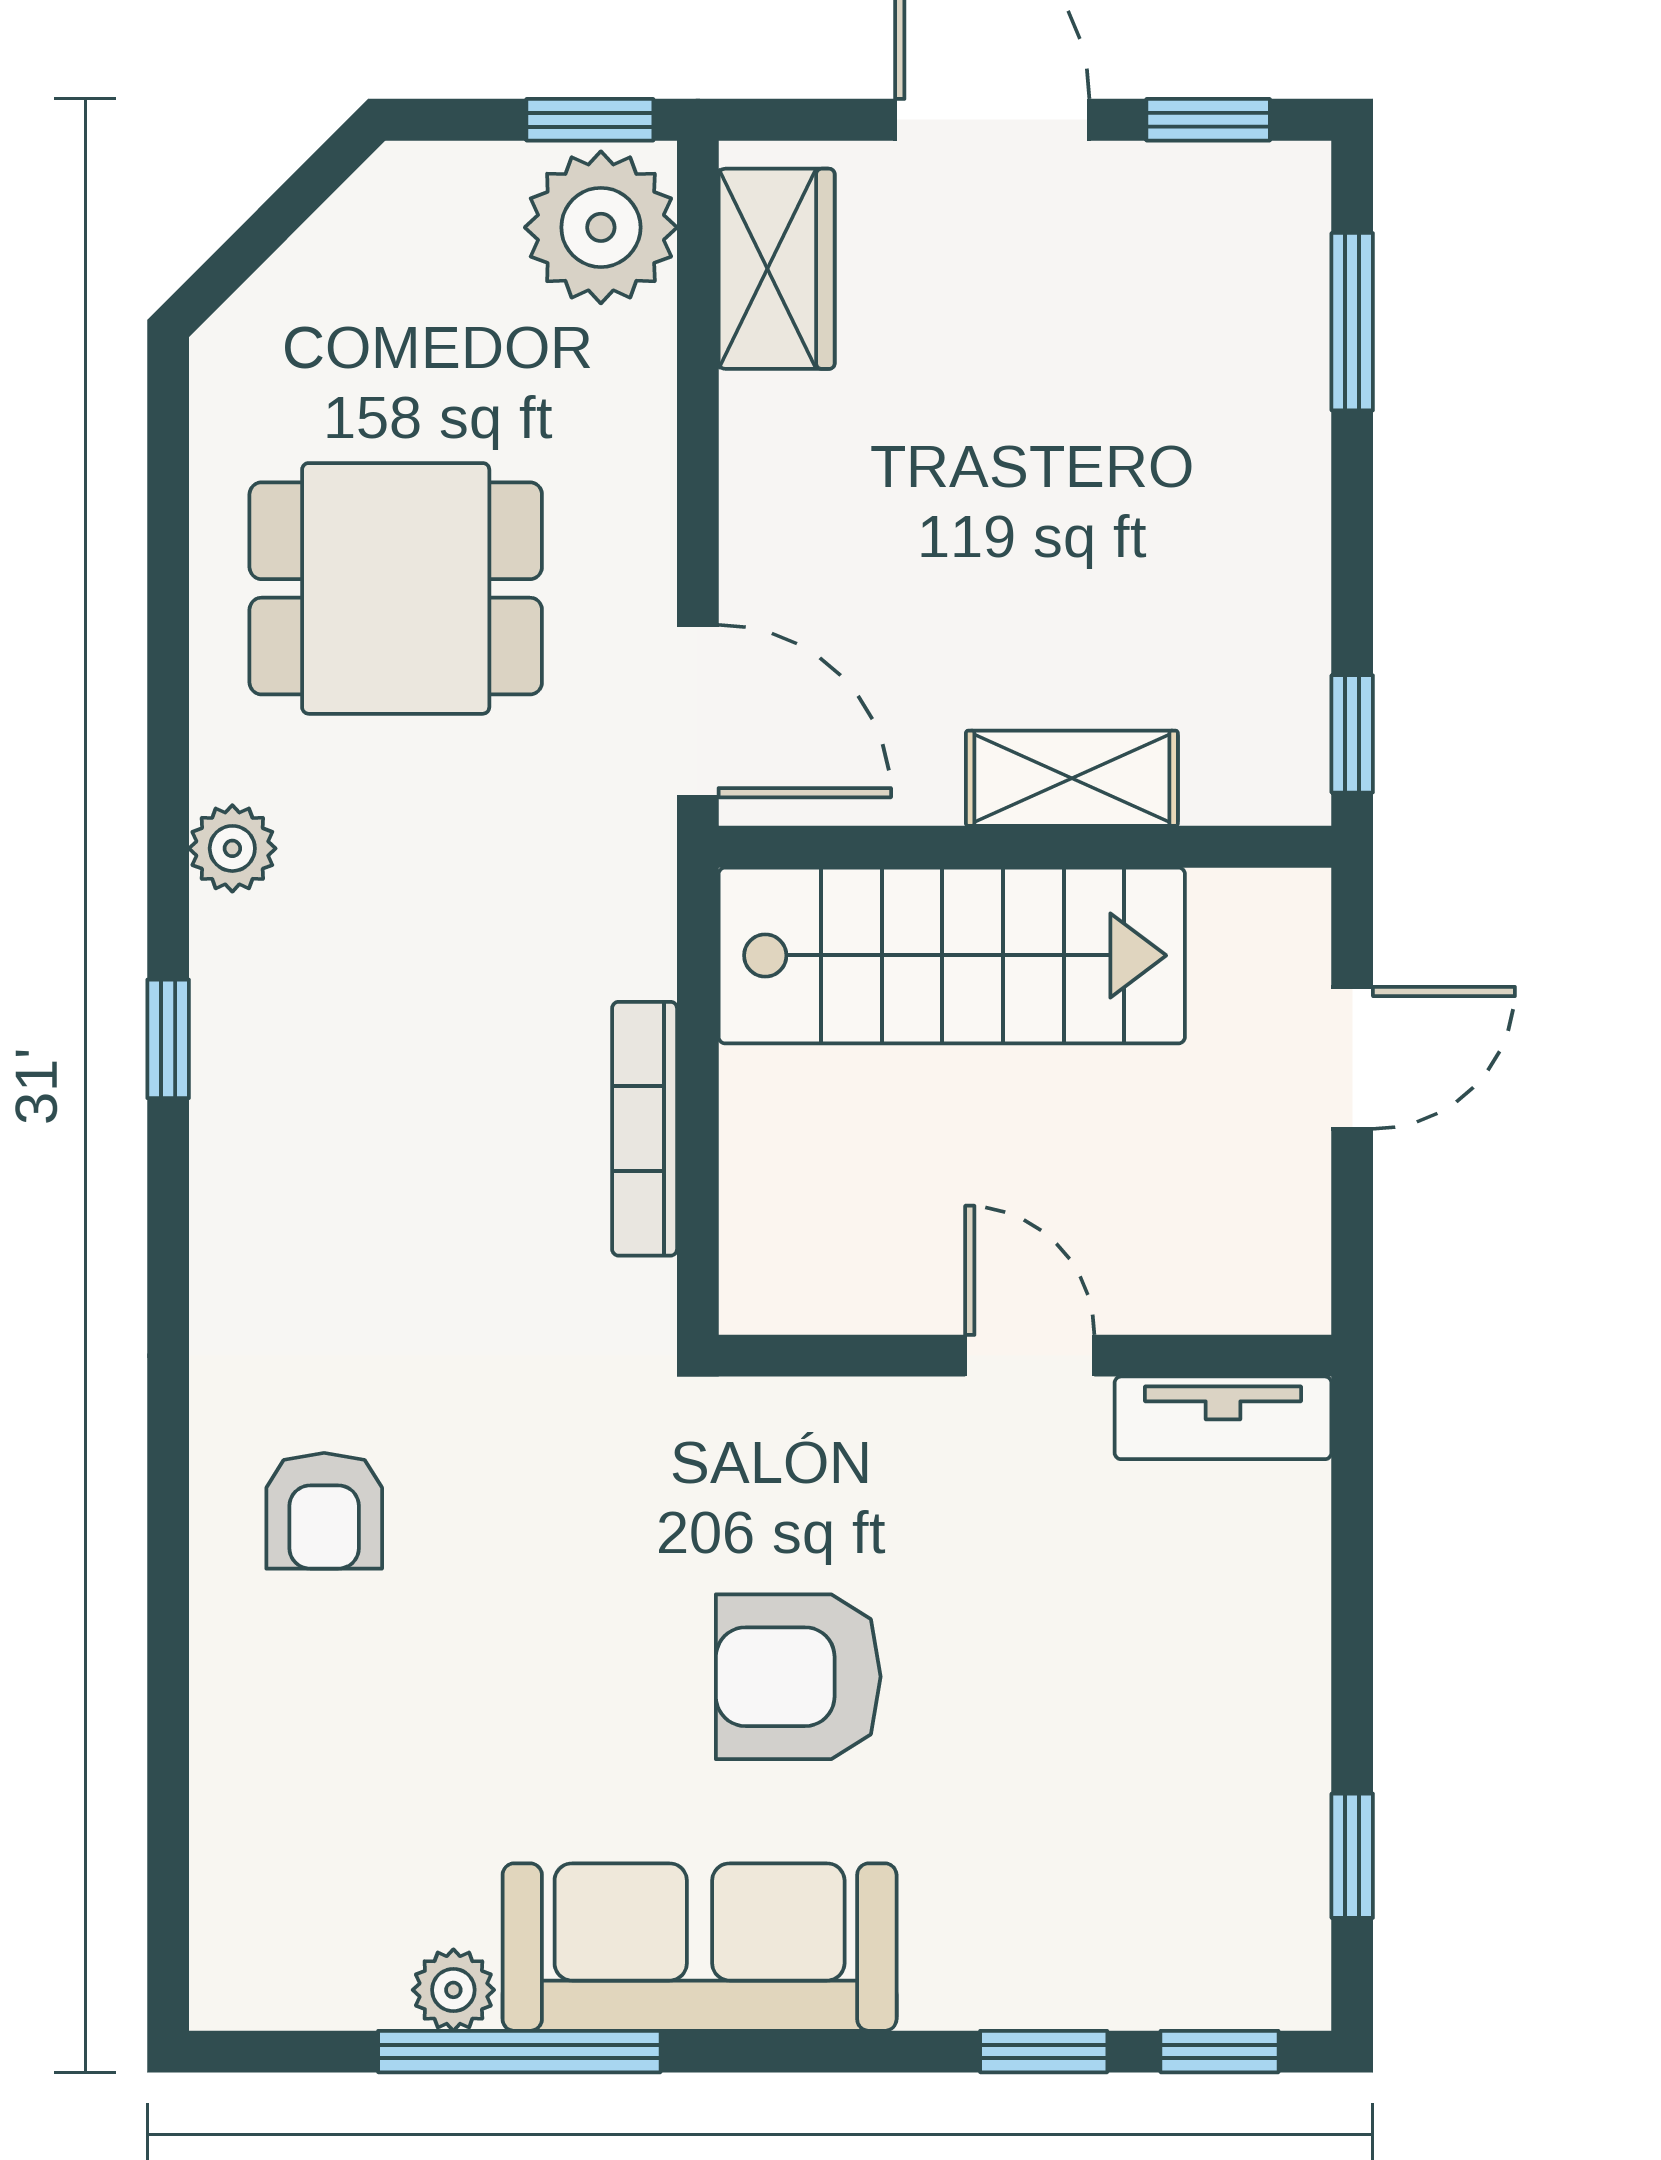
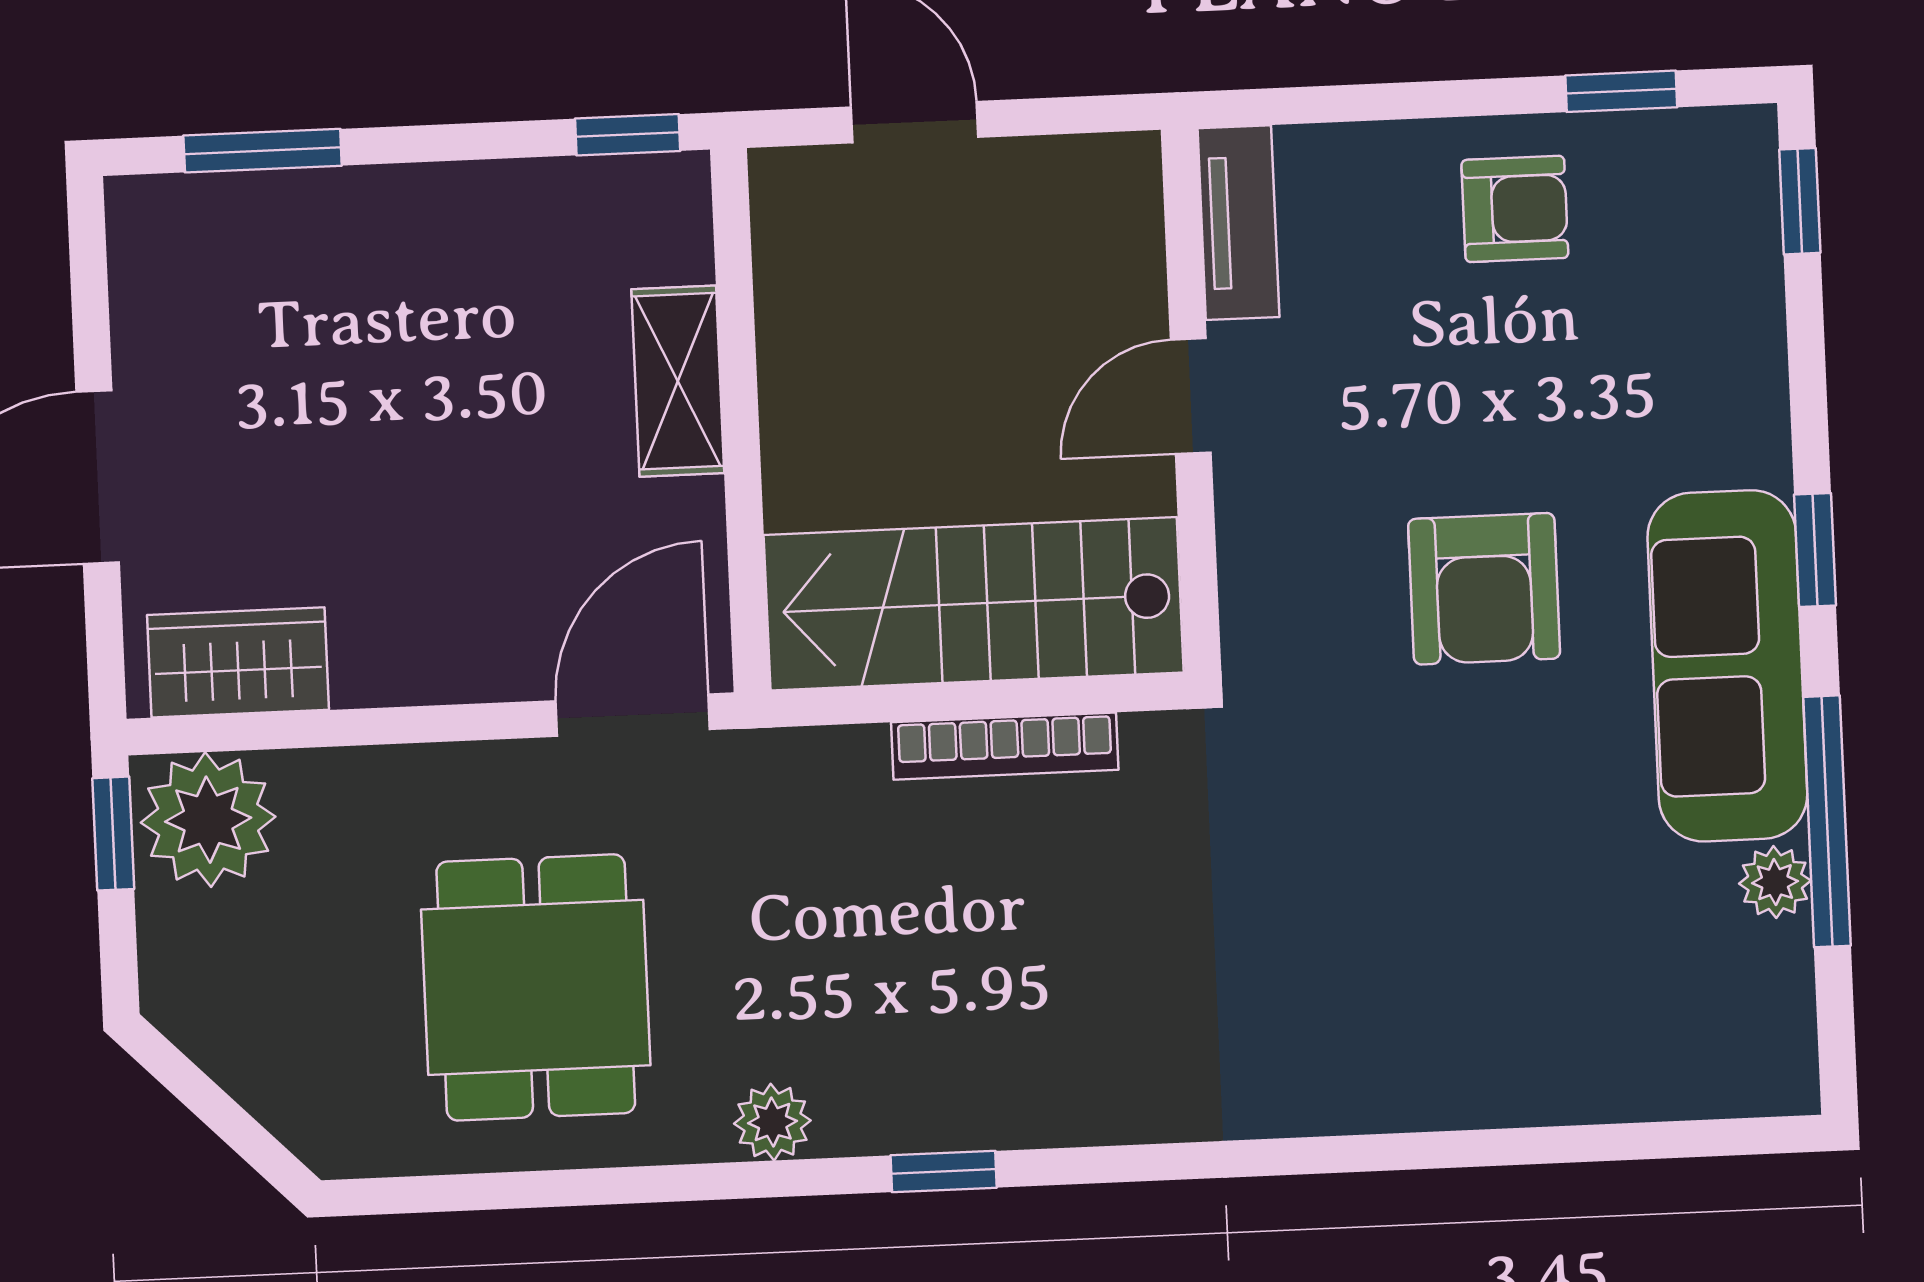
window: (1208, 120) -> (89, 286), removed
stairs: (952, 955) -> (974, 604), moved, turned -90
armchair: (324, 1511) -> (1515, 209), moved
window: (1044, 2052) -> (1815, 550), moved

